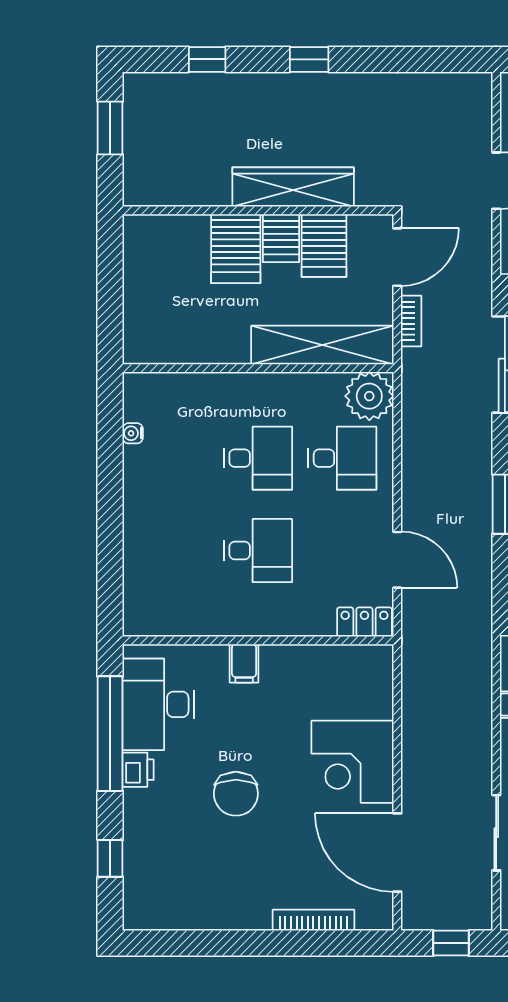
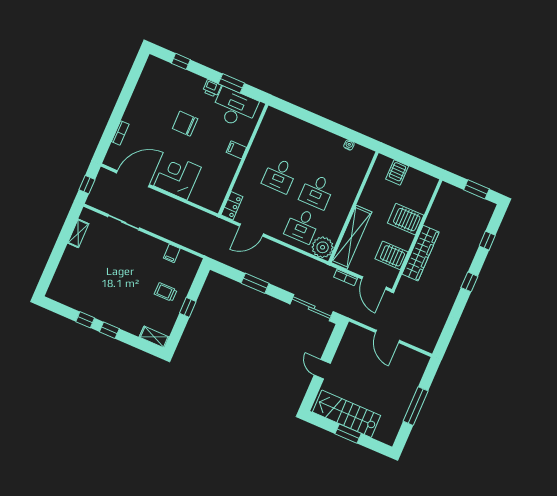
server rack: (281, 238) -> (397, 173), moved, turned -90
window: (110, 734) -> (231, 83), width x0.47
bookcase: (313, 920) -> (120, 133), width x0.64

